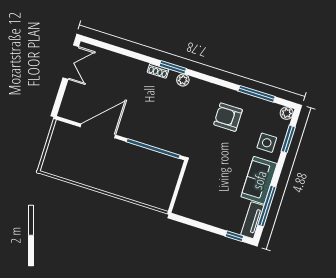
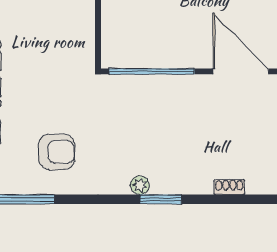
shoe rack: (158, 71) -> (229, 187), moved
door: (98, 131) -> (241, 71), swing flipped

